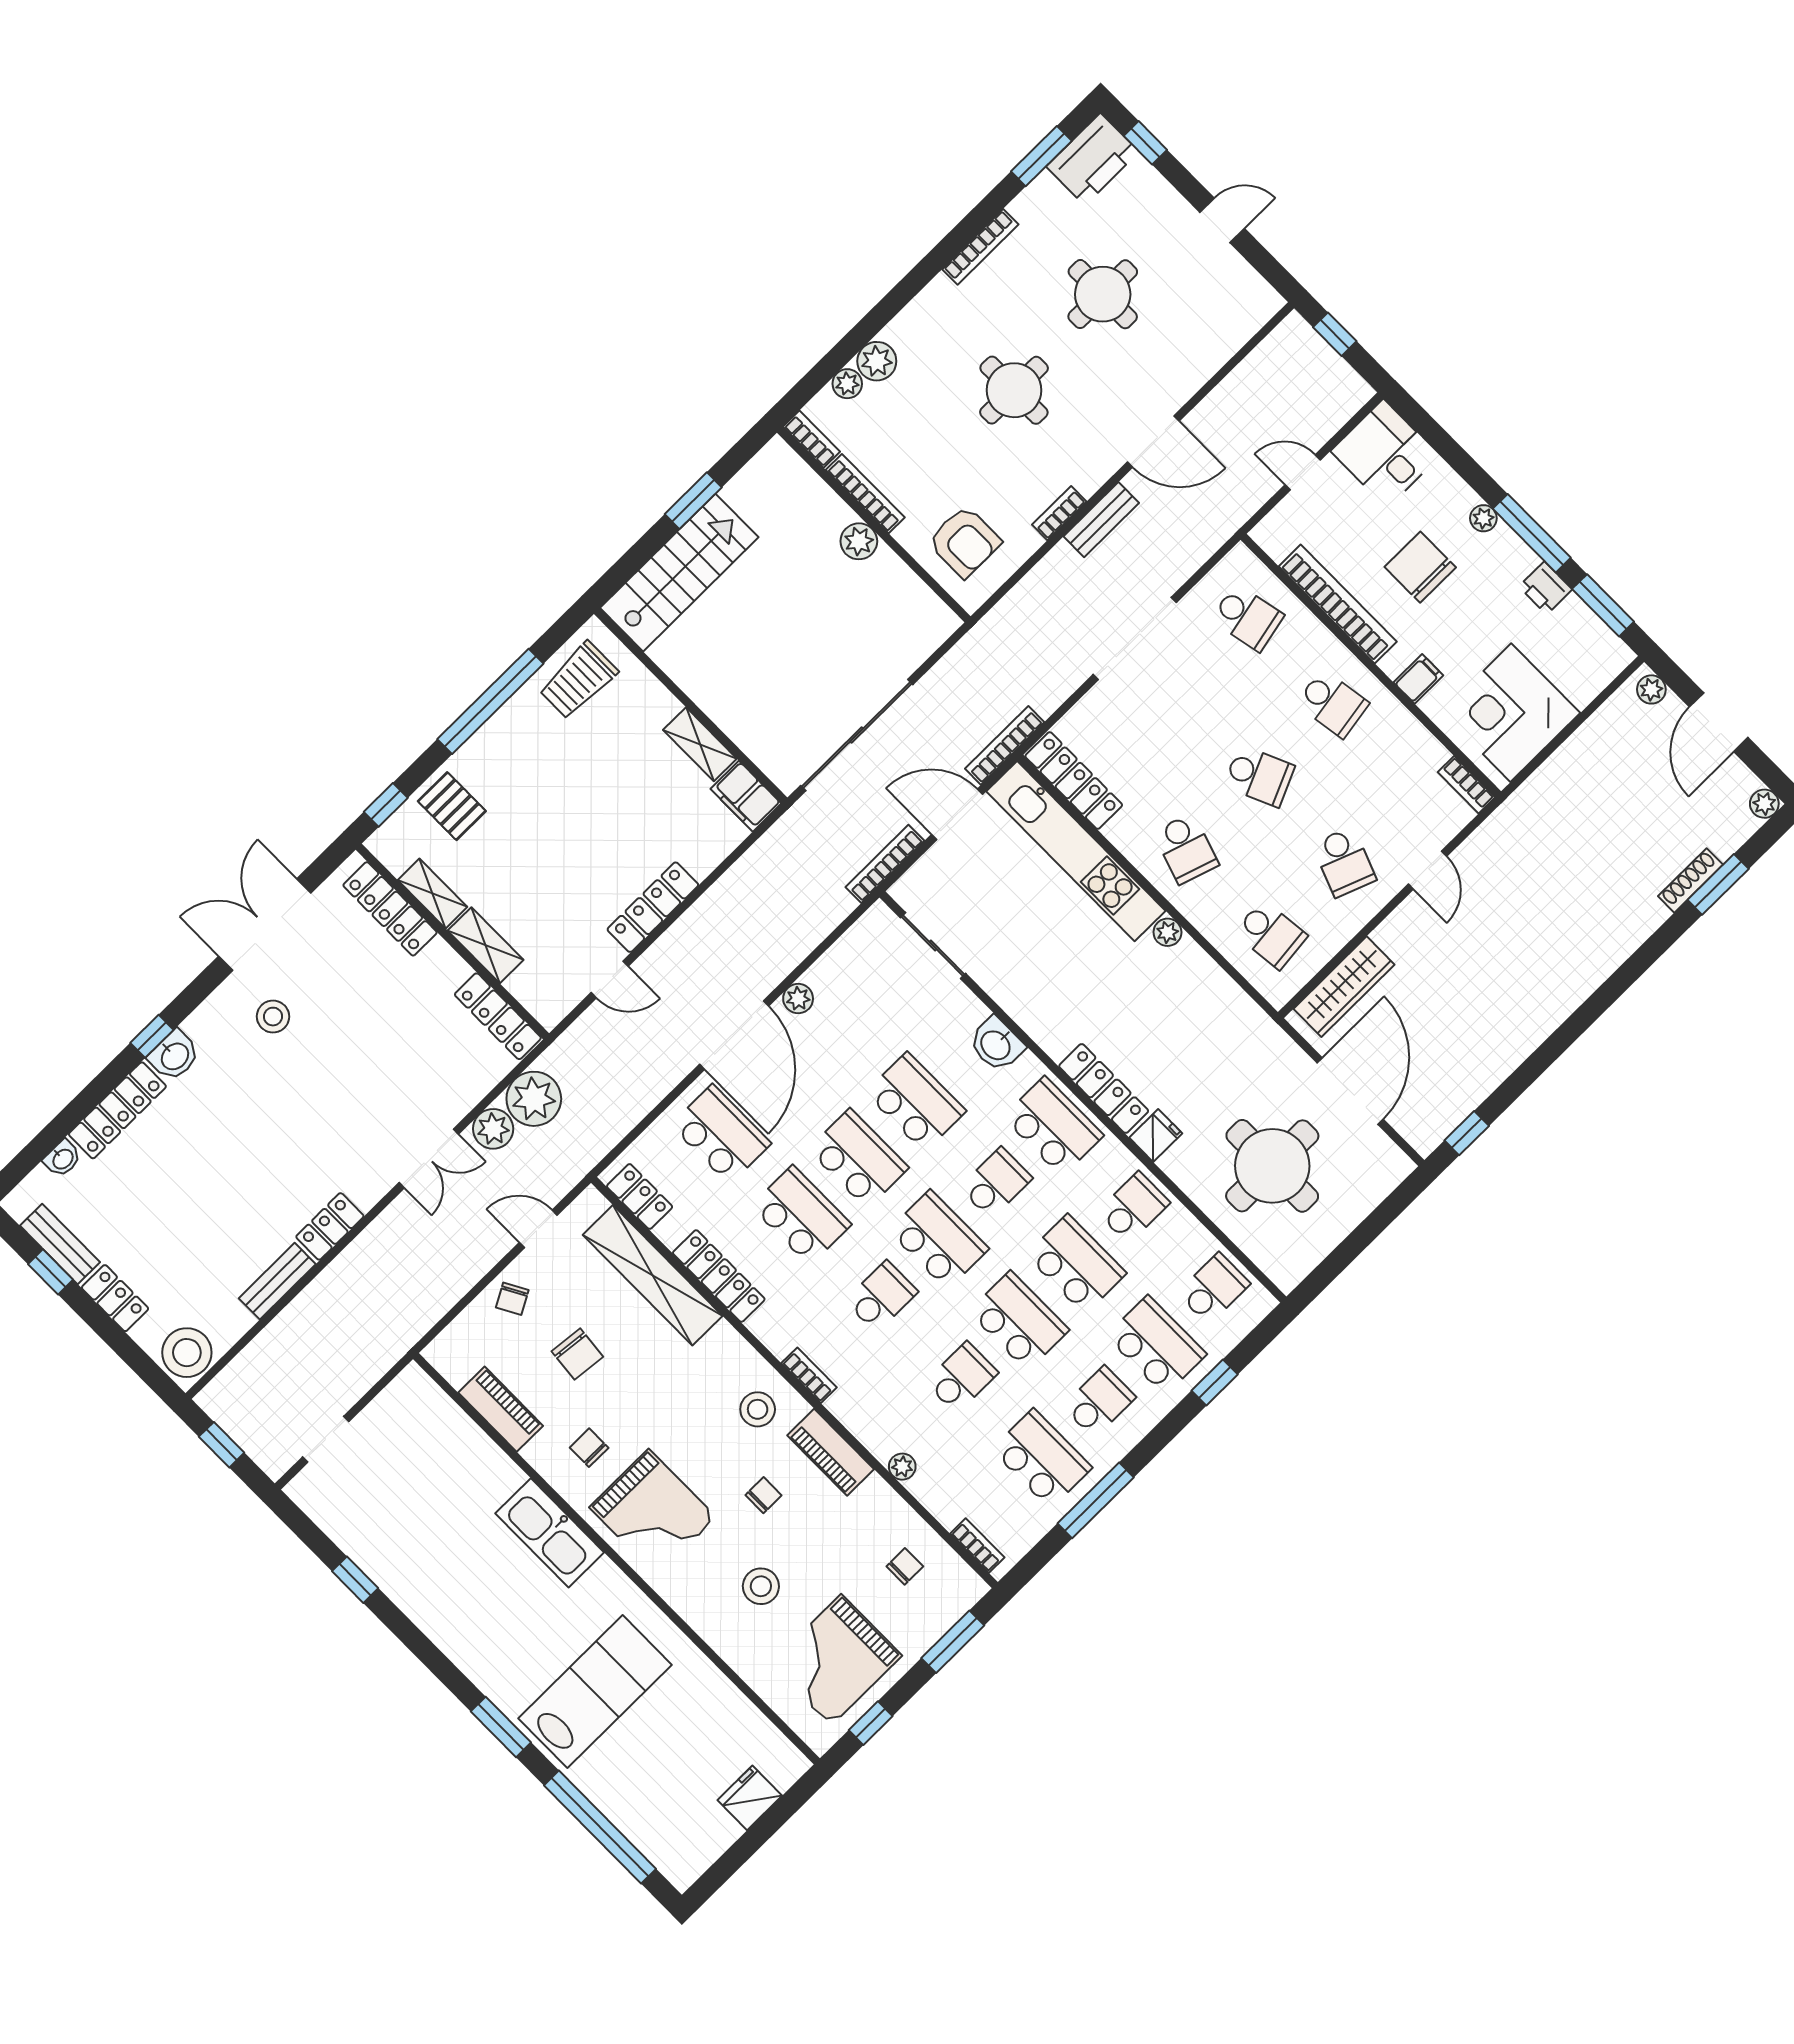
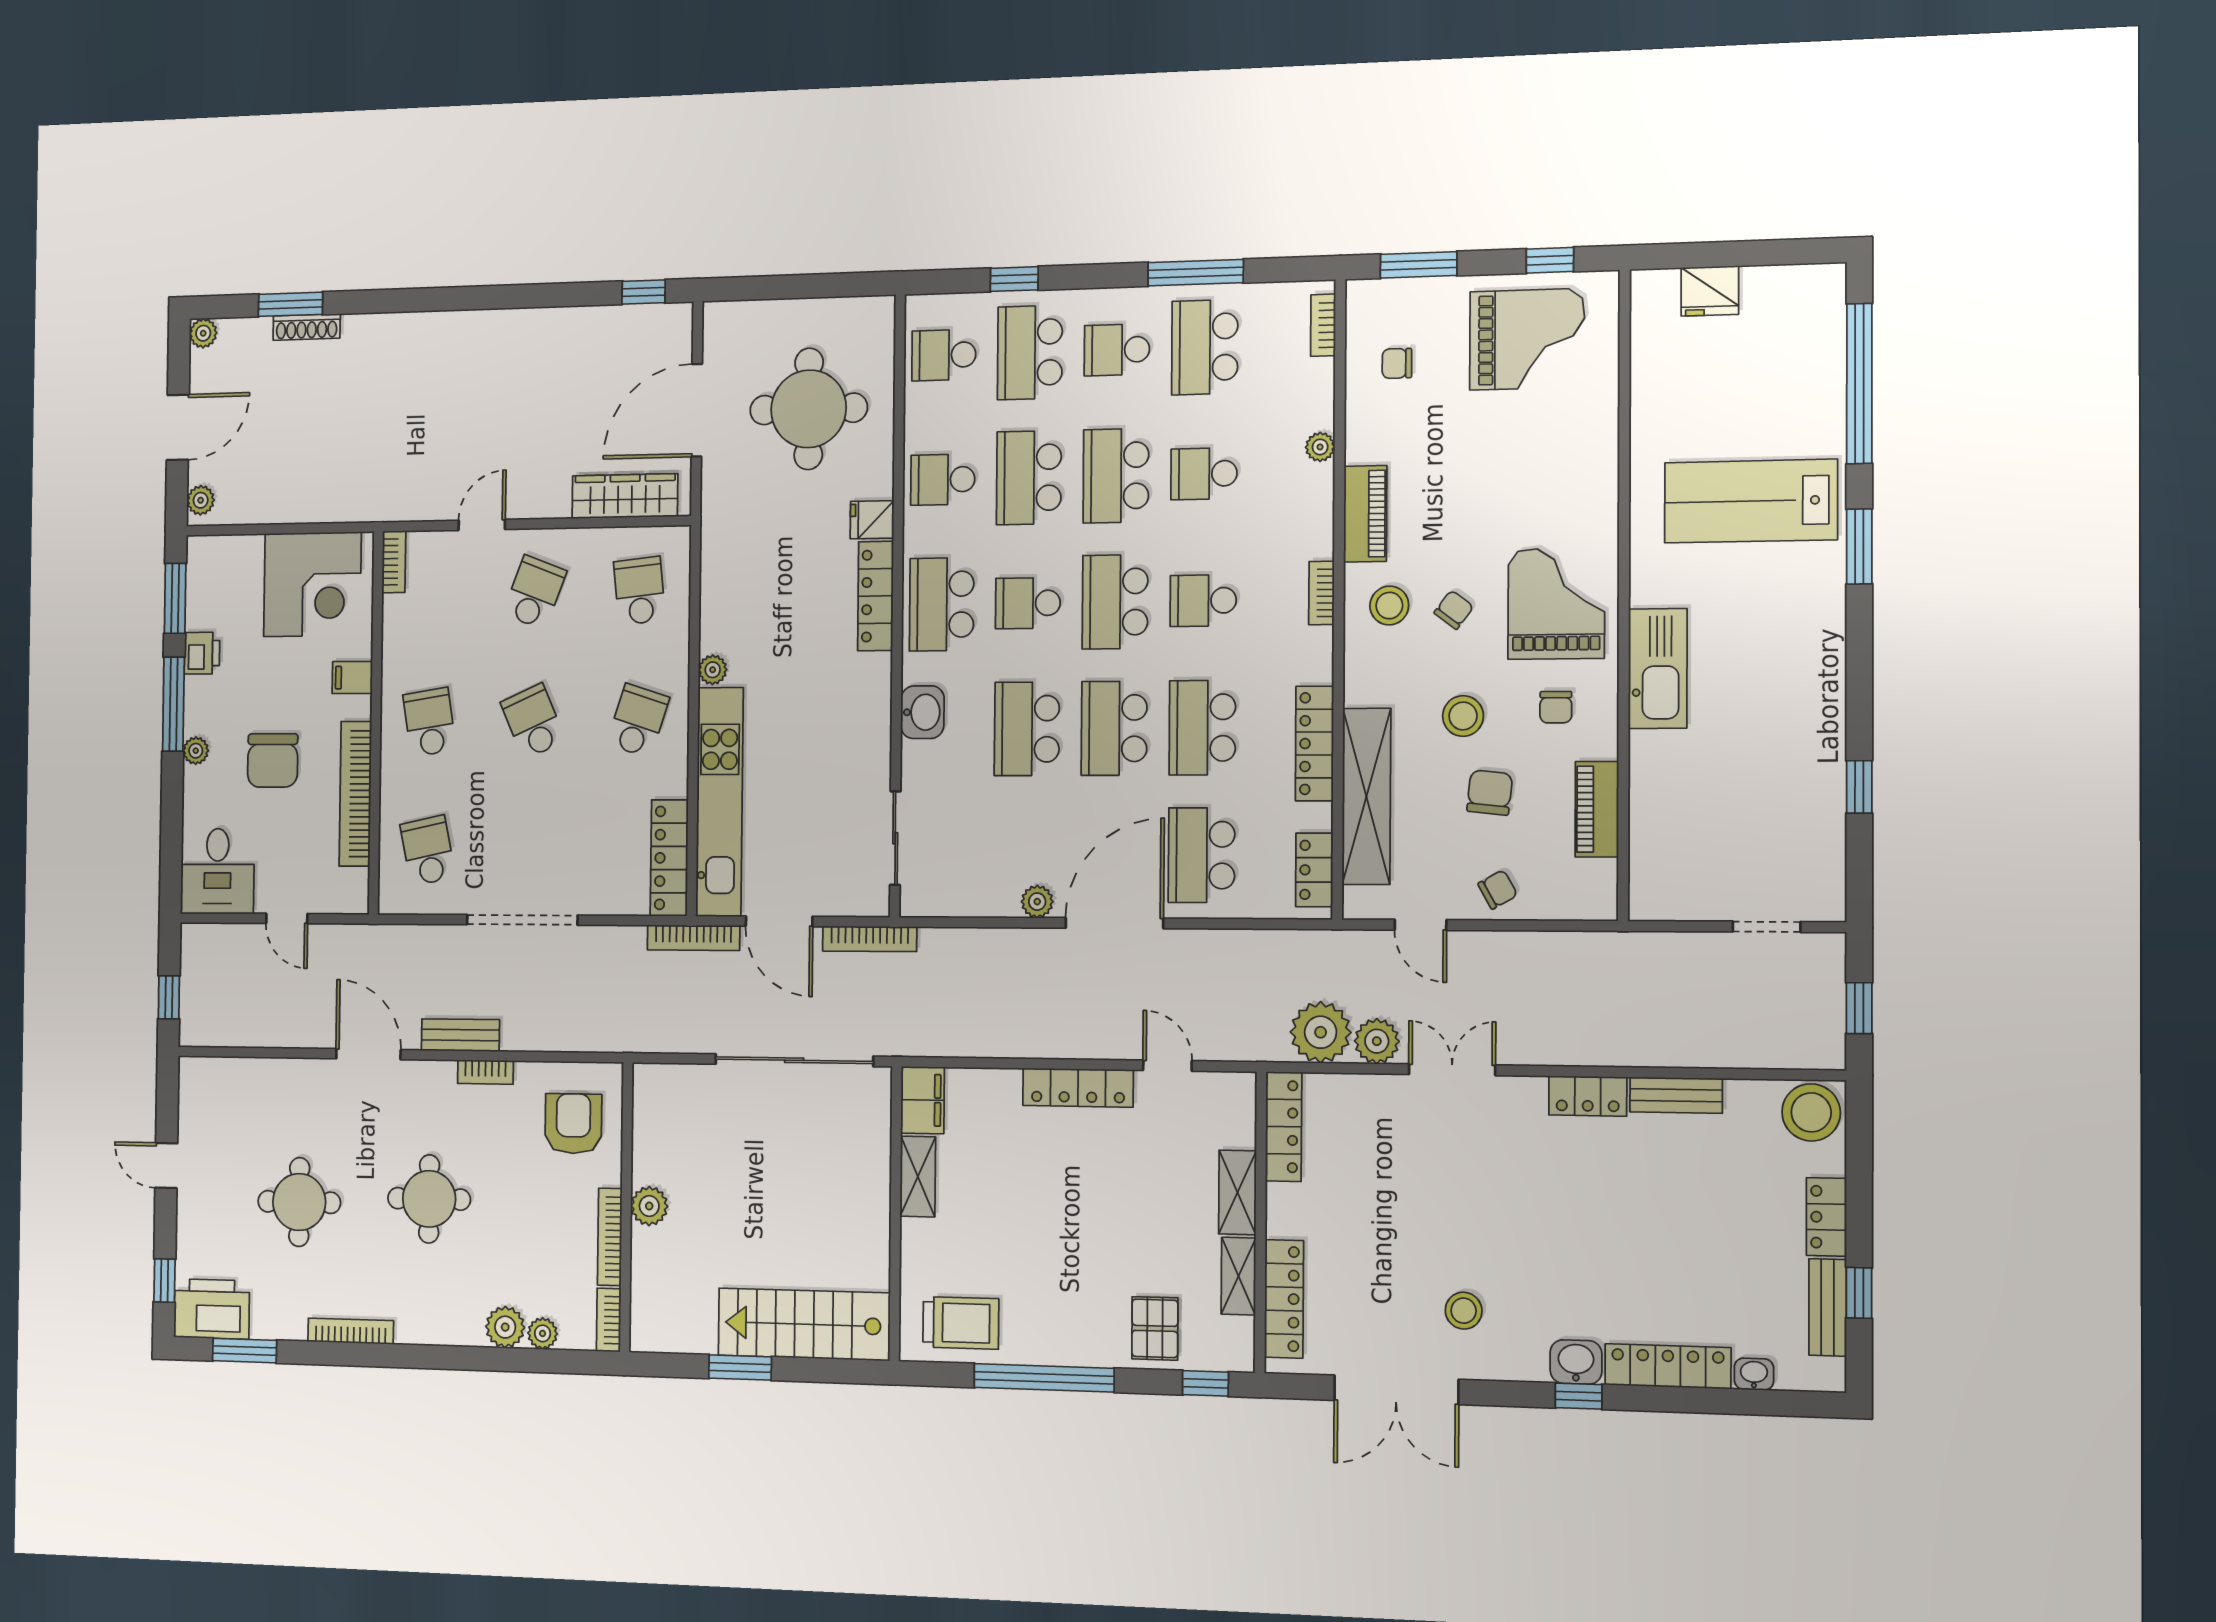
chair: (763, 1495) -> (1454, 610), moved, turned 127
stool: (761, 1586) -> (1463, 716), moved

